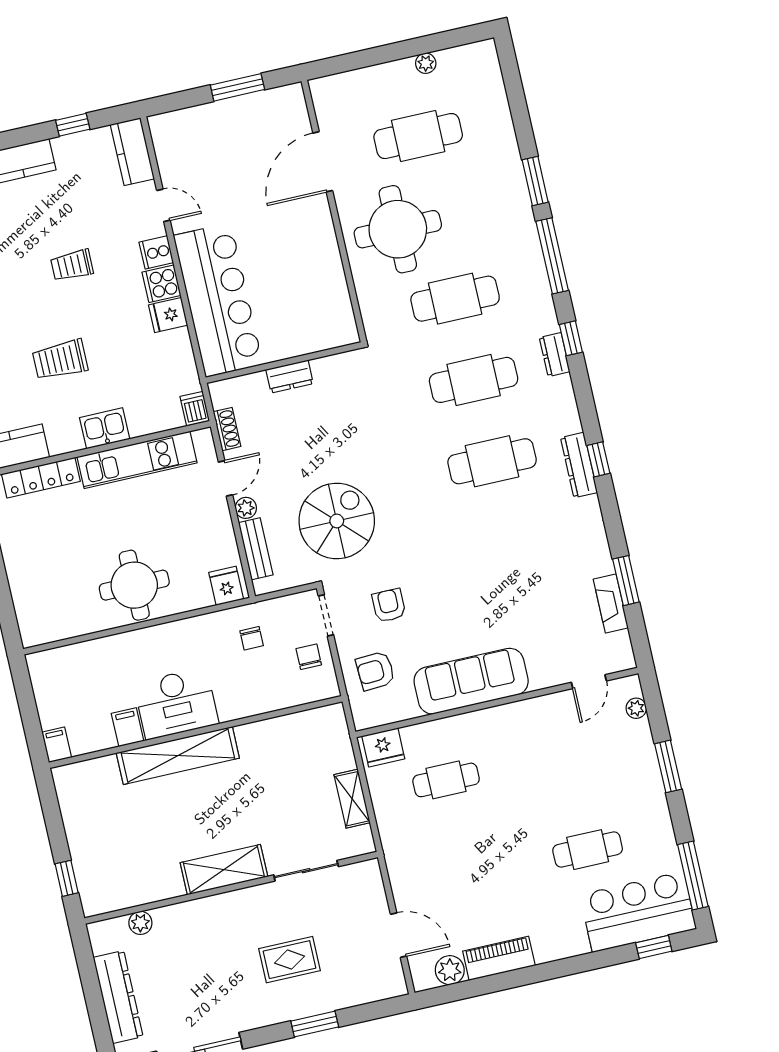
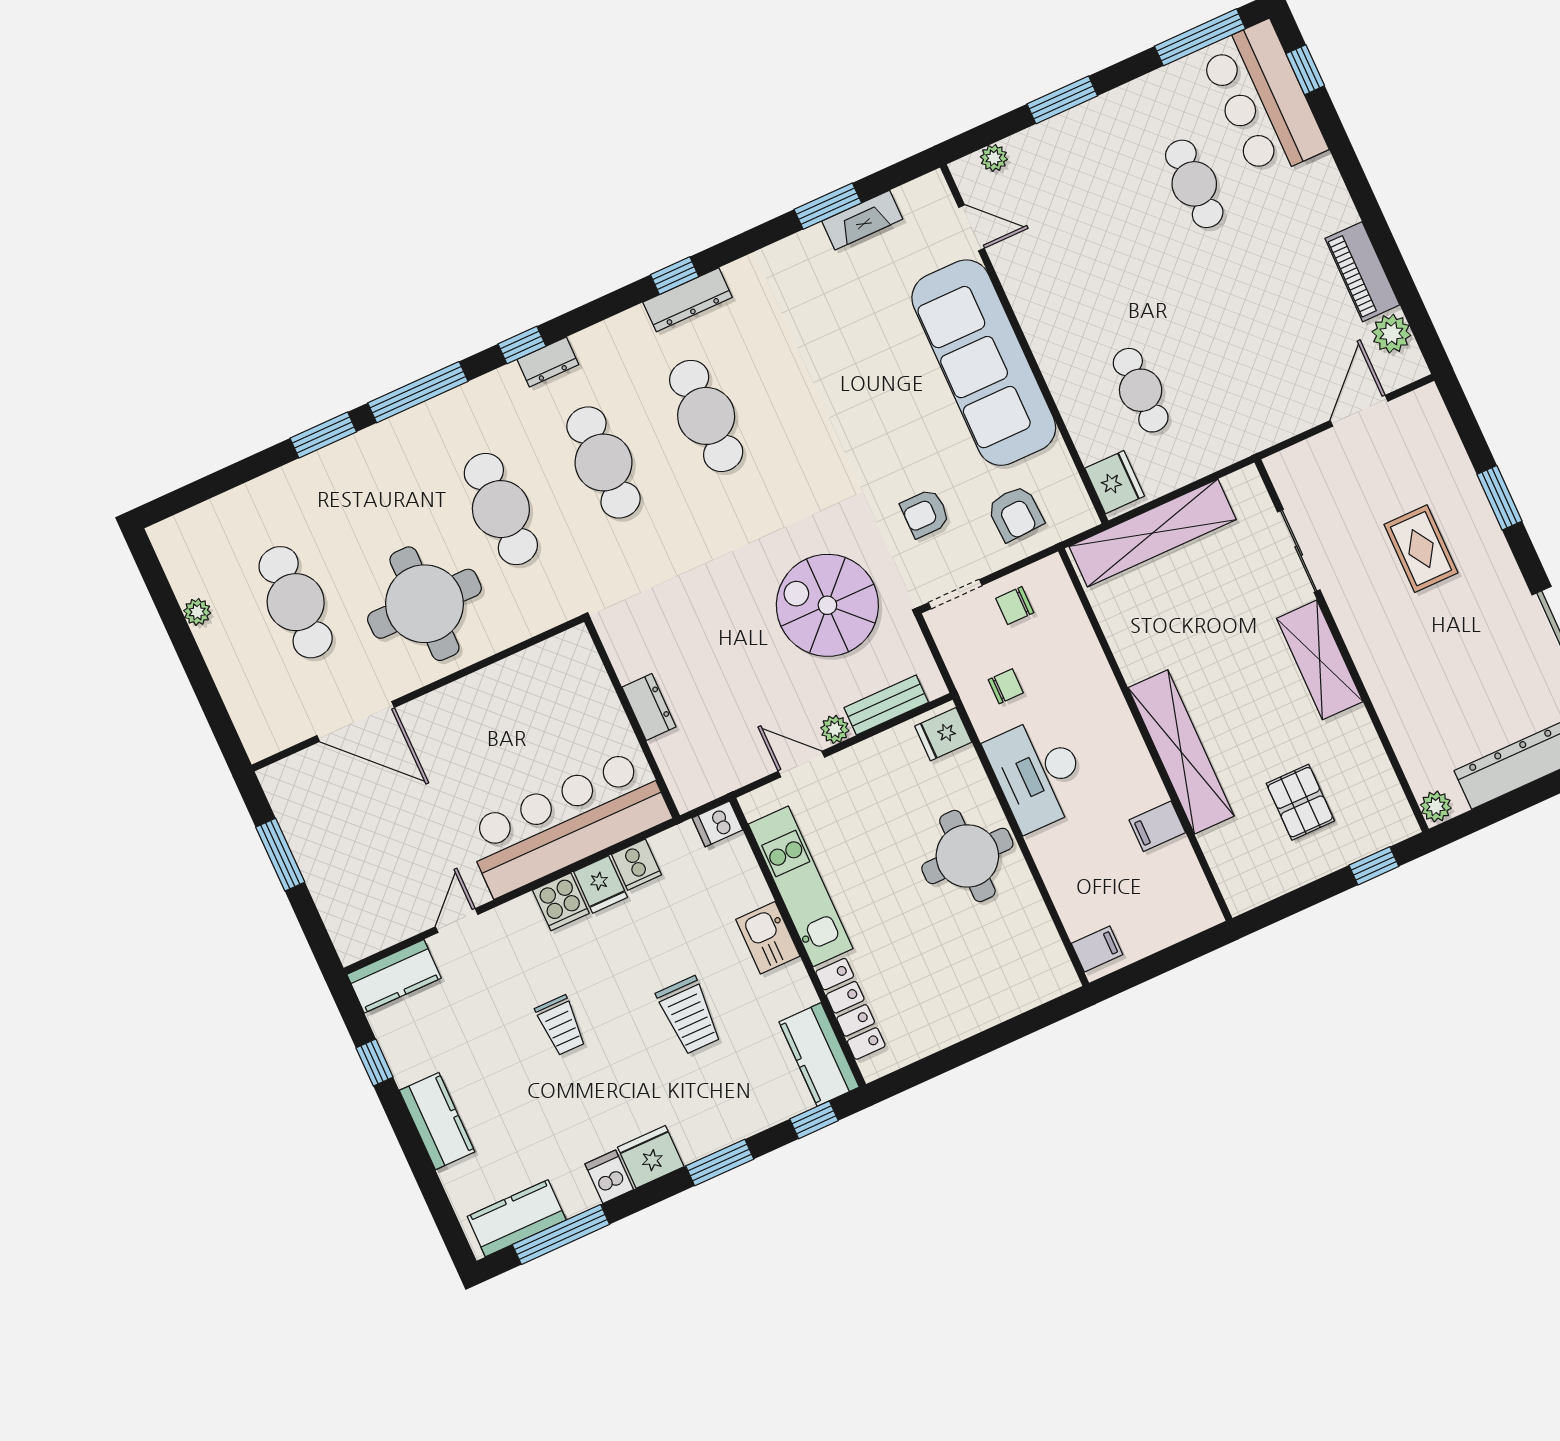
cooker: (156, 252) -> (636, 865), moved
shoe rack: (227, 429) -> (736, 776), removed
sofa: (471, 681) -> (984, 363), width x1.36, depth x1.27
desk: (176, 703) -> (1038, 773), moved, turned 180
filing cabinet: (57, 745) -> (1097, 949), moved, turned 180
shelving: (352, 799) -> (1153, 533), width x2.20, depth x1.33
pallet: (124, 834) -> (1300, 802), added
plant: (140, 923) -> (1436, 806), moved

